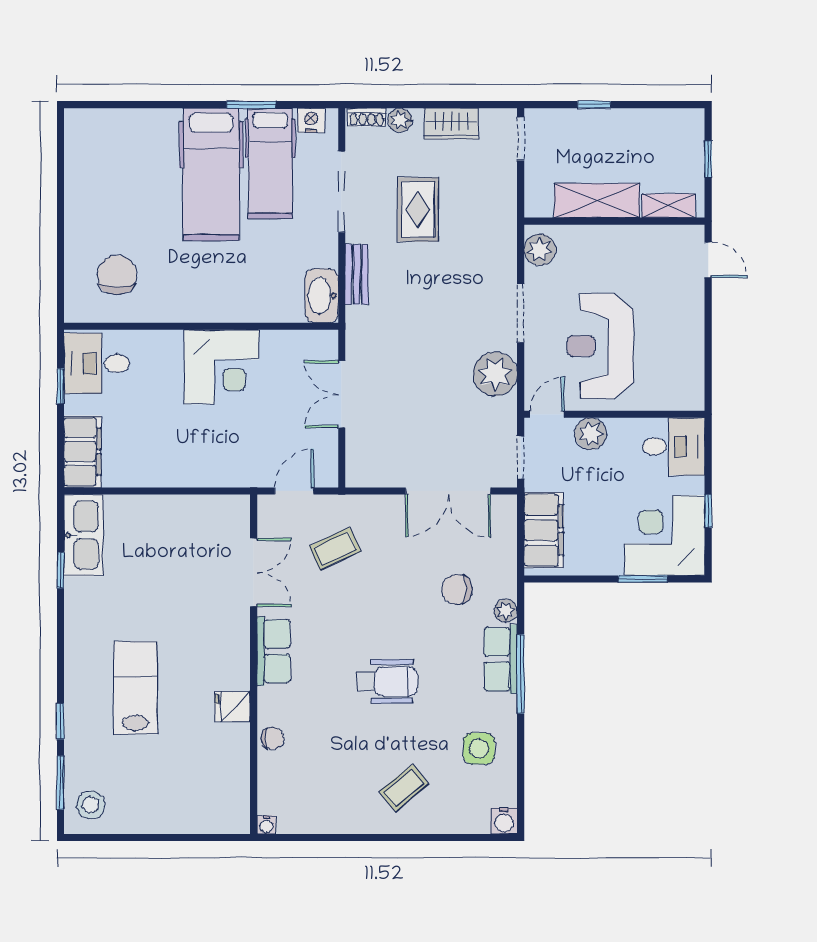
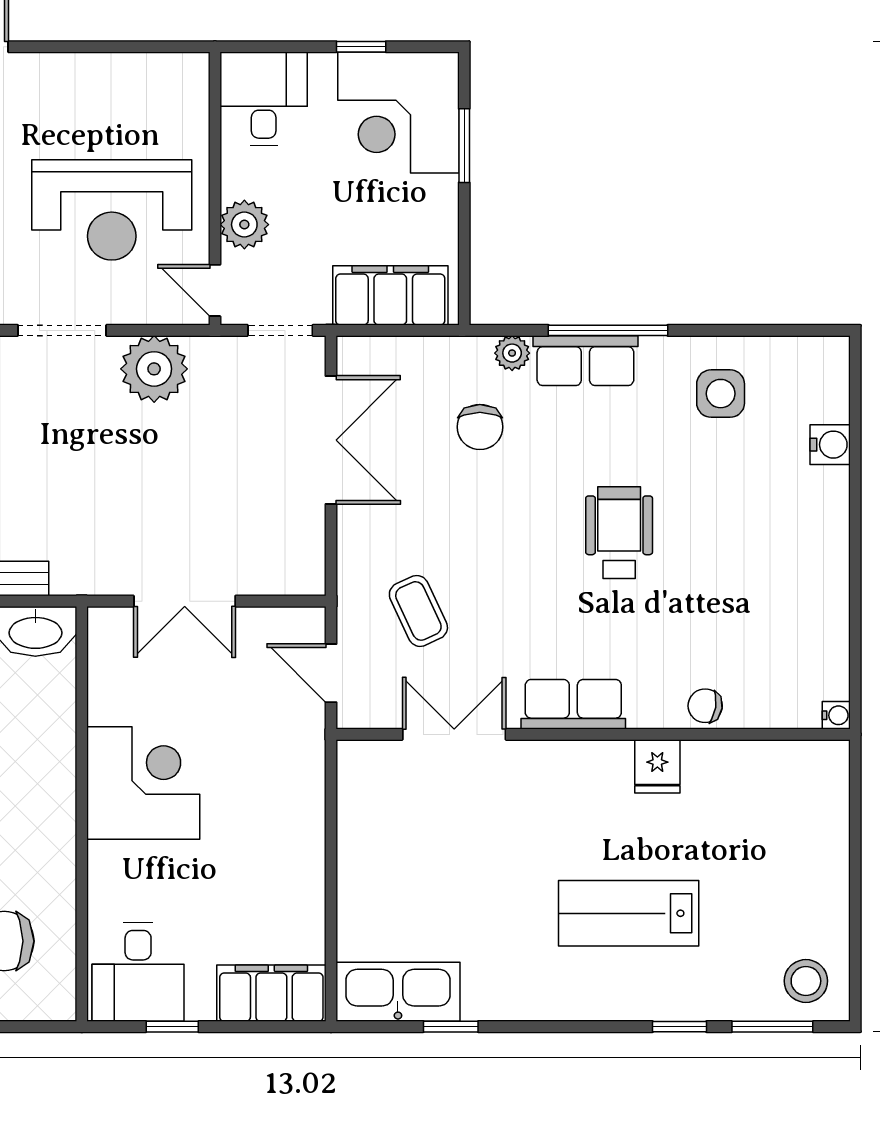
chair: (273, 738) -> (705, 706), turned -81
coffee table: (404, 788) -> (780, 507), removed
water cooler: (504, 821) -> (830, 445), moved

